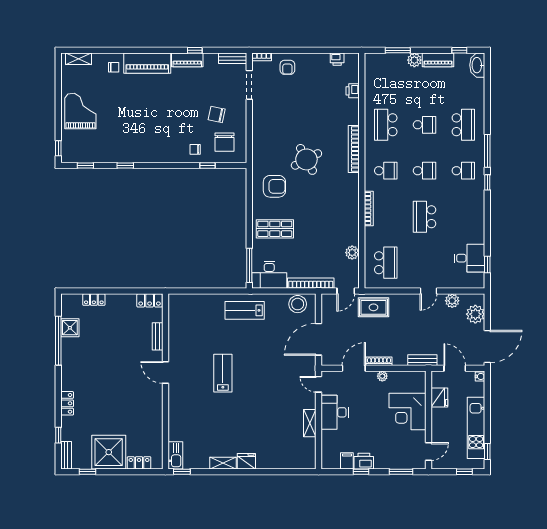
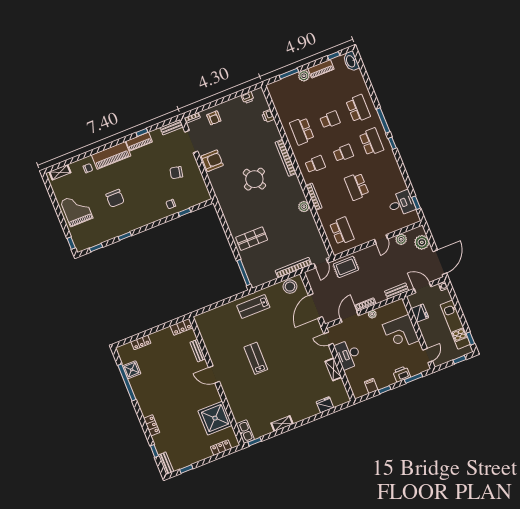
chair: (225, 142) -> (115, 198), moved
school desk: (463, 171) -> (371, 142), width x1.85
armchair: (274, 186) -> (212, 161), moved
plant: (352, 253) -> (304, 207), moved
desk: (269, 275) -> (261, 274), removed
shower: (109, 452) -> (215, 418), moved
fridge: (246, 461) -> (325, 405), moved
printer: (364, 461) -> (402, 374), moved

